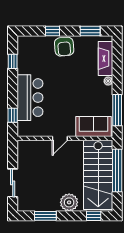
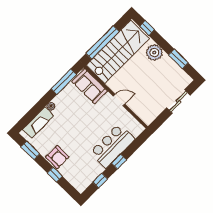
armchair: (64, 47) -> (57, 157), turned 95
window: (13, 115) -> (119, 162), moved

